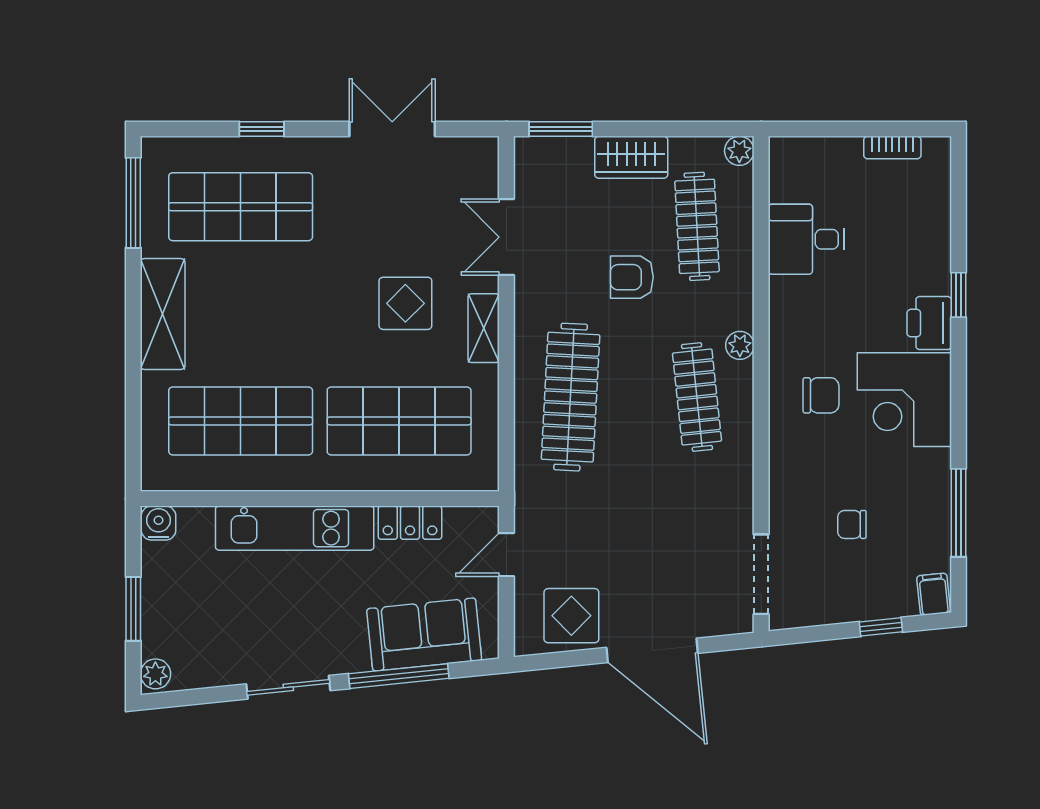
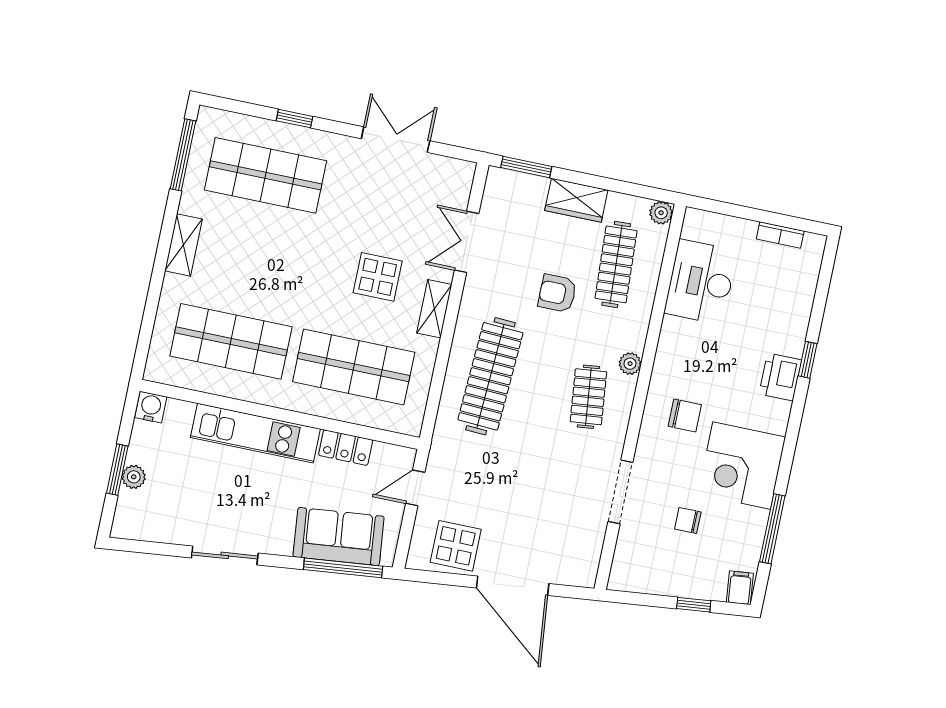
desk: (806, 239) -> (701, 282), width x1.37
shelving: (163, 314) -> (183, 245), width x0.67, depth x0.75
clothes rail: (697, 397) -> (588, 397), width x0.73
corner desk: (904, 400) -> (742, 466), moved
doorway: (761, 574) -> (620, 492), moved
plant: (155, 674) -> (134, 477), moved
window: (399, 676) -> (343, 568), moved

